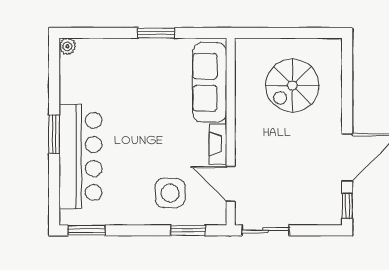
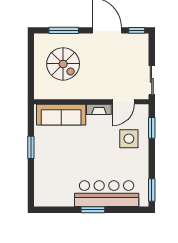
plant: (67, 46) -> (39, 202), removed
window: (347, 87) -> (64, 30), added

